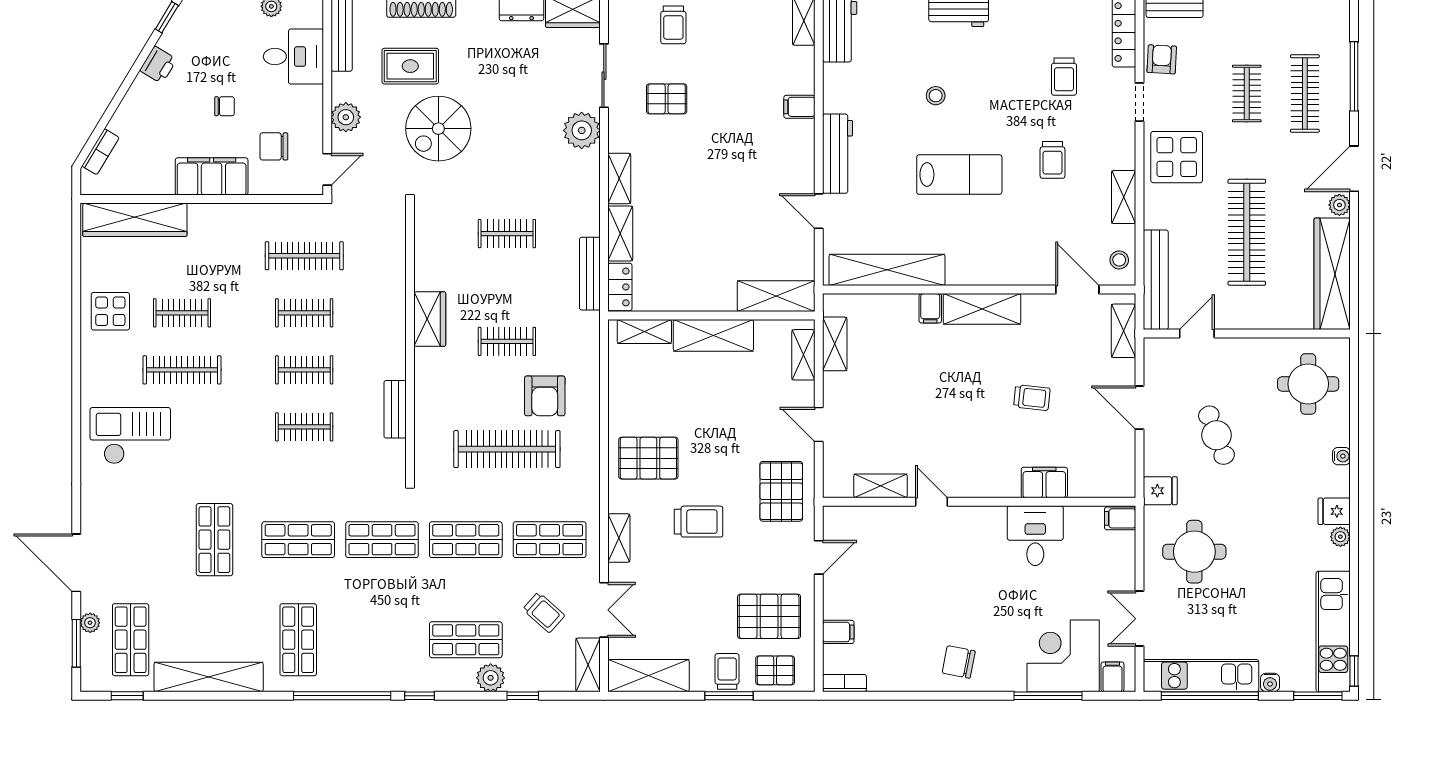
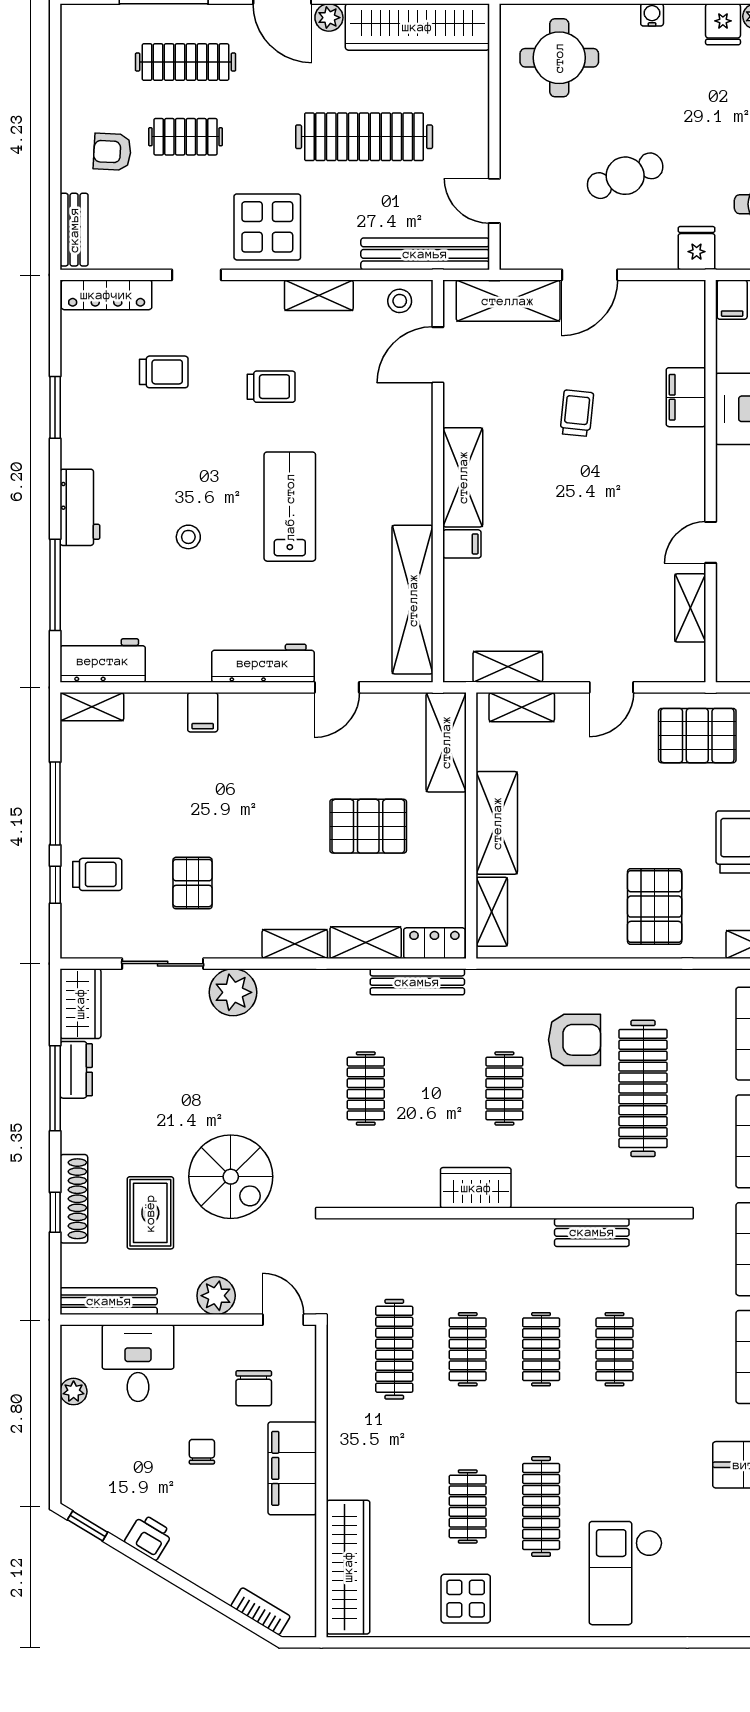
armchair: (1162, 59) -> (112, 152), moved
pallet: (711, 235) -> (368, 826), added
shelving: (1123, 331) -> (508, 301), width x1.50, depth x1.33

